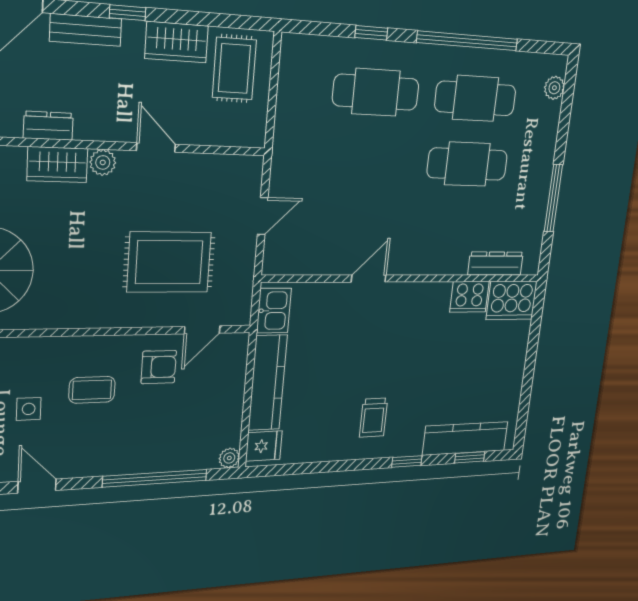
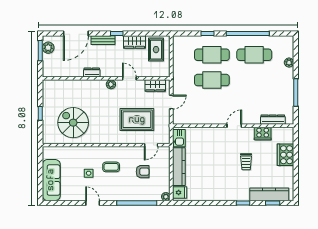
plant: (554, 88) -> (289, 63), moved
cafe table: (467, 164) -> (212, 80), moved
wardrobe: (57, 165) -> (155, 86), moved
door: (369, 279) -> (234, 126), moved
cooker: (512, 300) -> (286, 155), moved, turned 90
armchair: (159, 367) -> (143, 172), moved
trolley: (374, 418) -> (246, 162), moved

